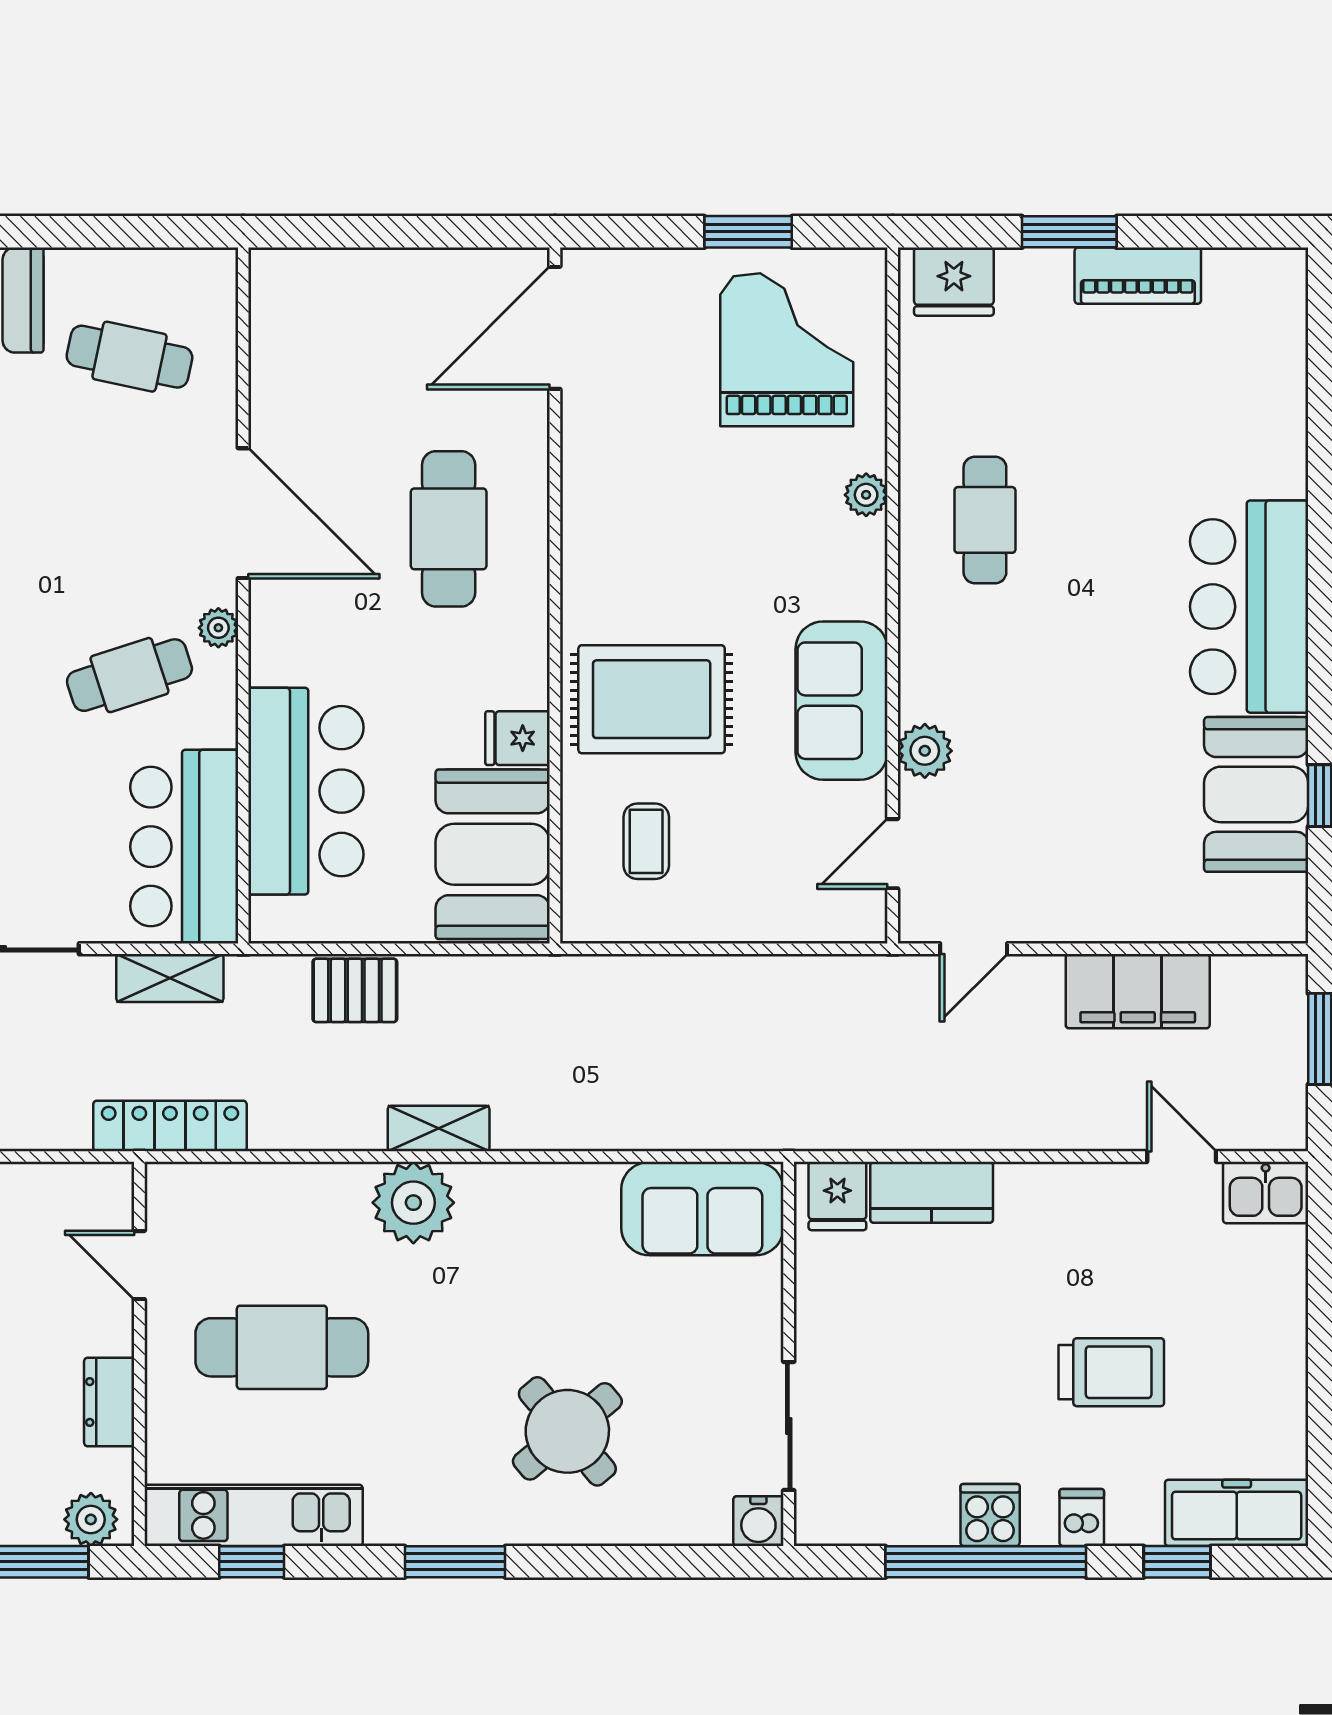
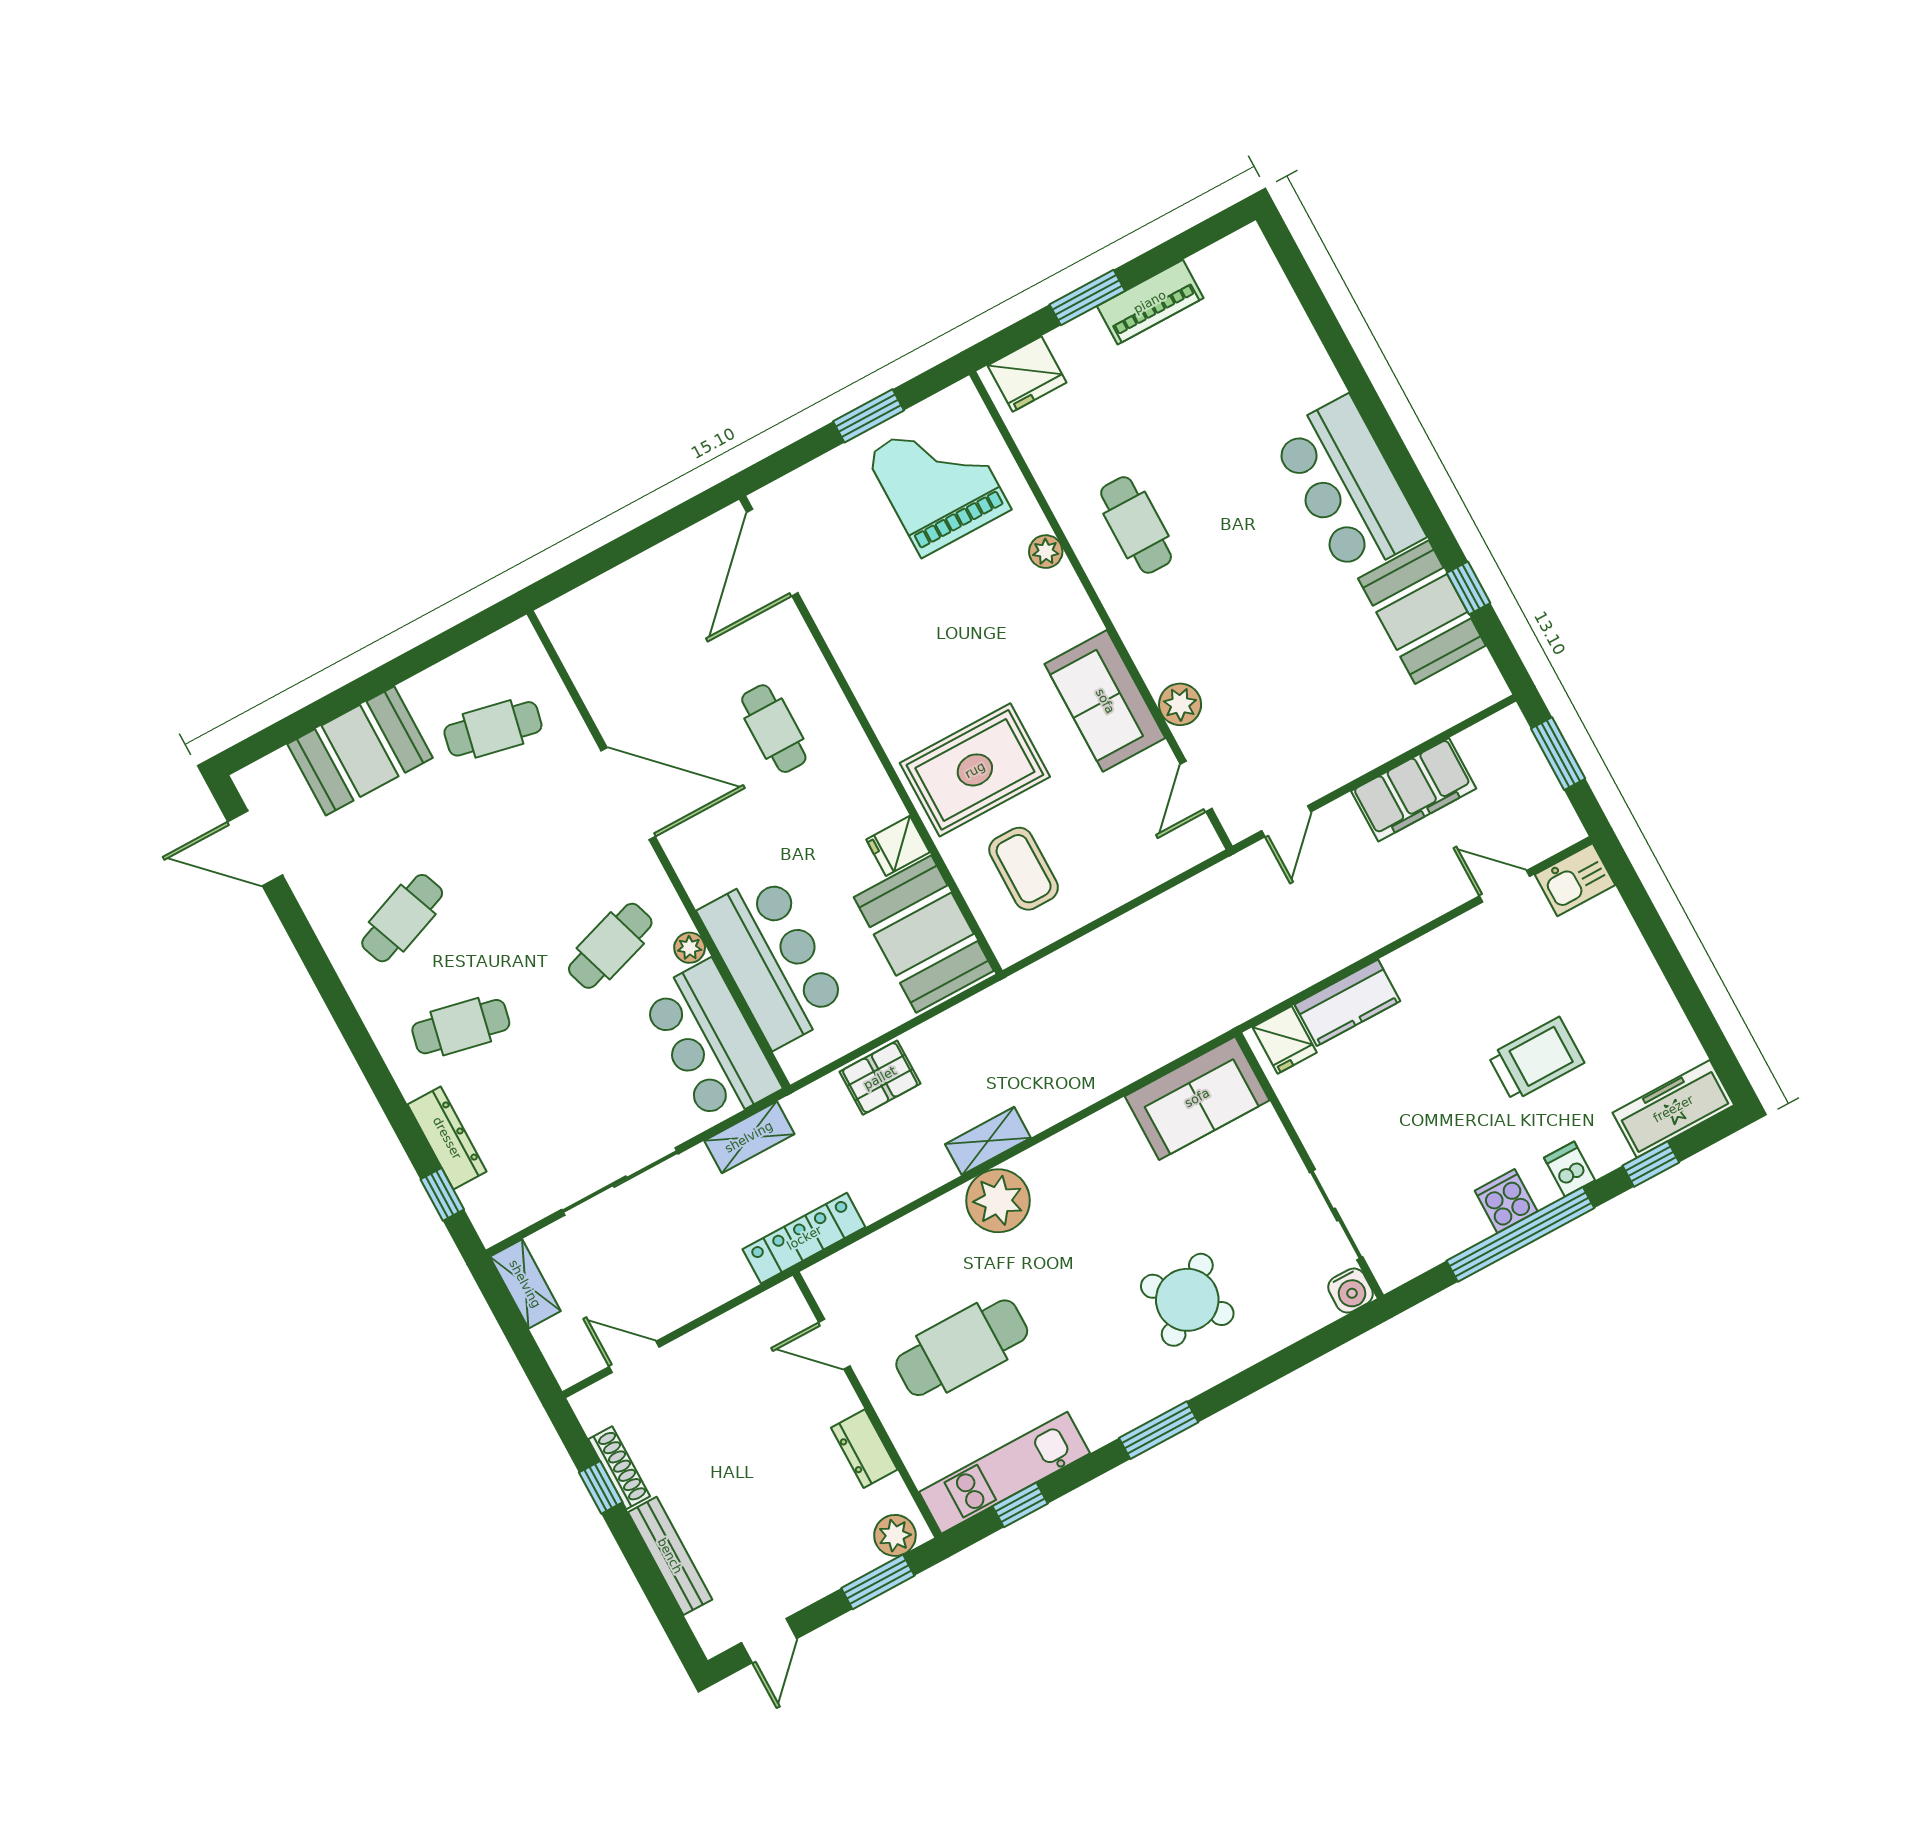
cafe table: (449, 529) -> (774, 729), width x0.73, depth x0.74
plant: (218, 628) -> (690, 948), moved
coffee table: (646, 841) -> (1024, 869), width x1.36, depth x1.30

